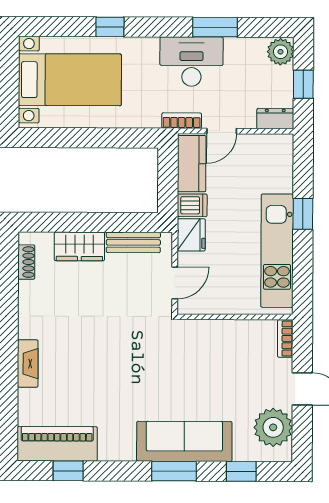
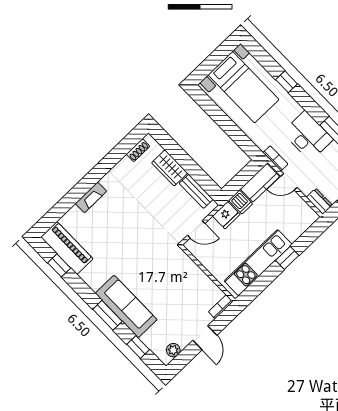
plant: (273, 427) -> (173, 350), width x0.53, depth x0.53

